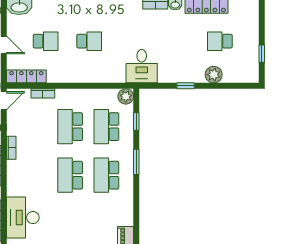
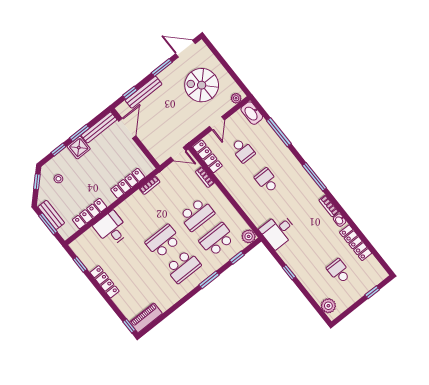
school desk: (89, 41) -> (267, 181), turned 180
window: (262, 54) -> (372, 292), moved
plant: (214, 75) -> (328, 306), moved
school desk: (70, 127) -> (197, 214), turned 180
school desk: (106, 175) -> (183, 266), turned 180
desk: (23, 218) -> (111, 229), width x0.73

